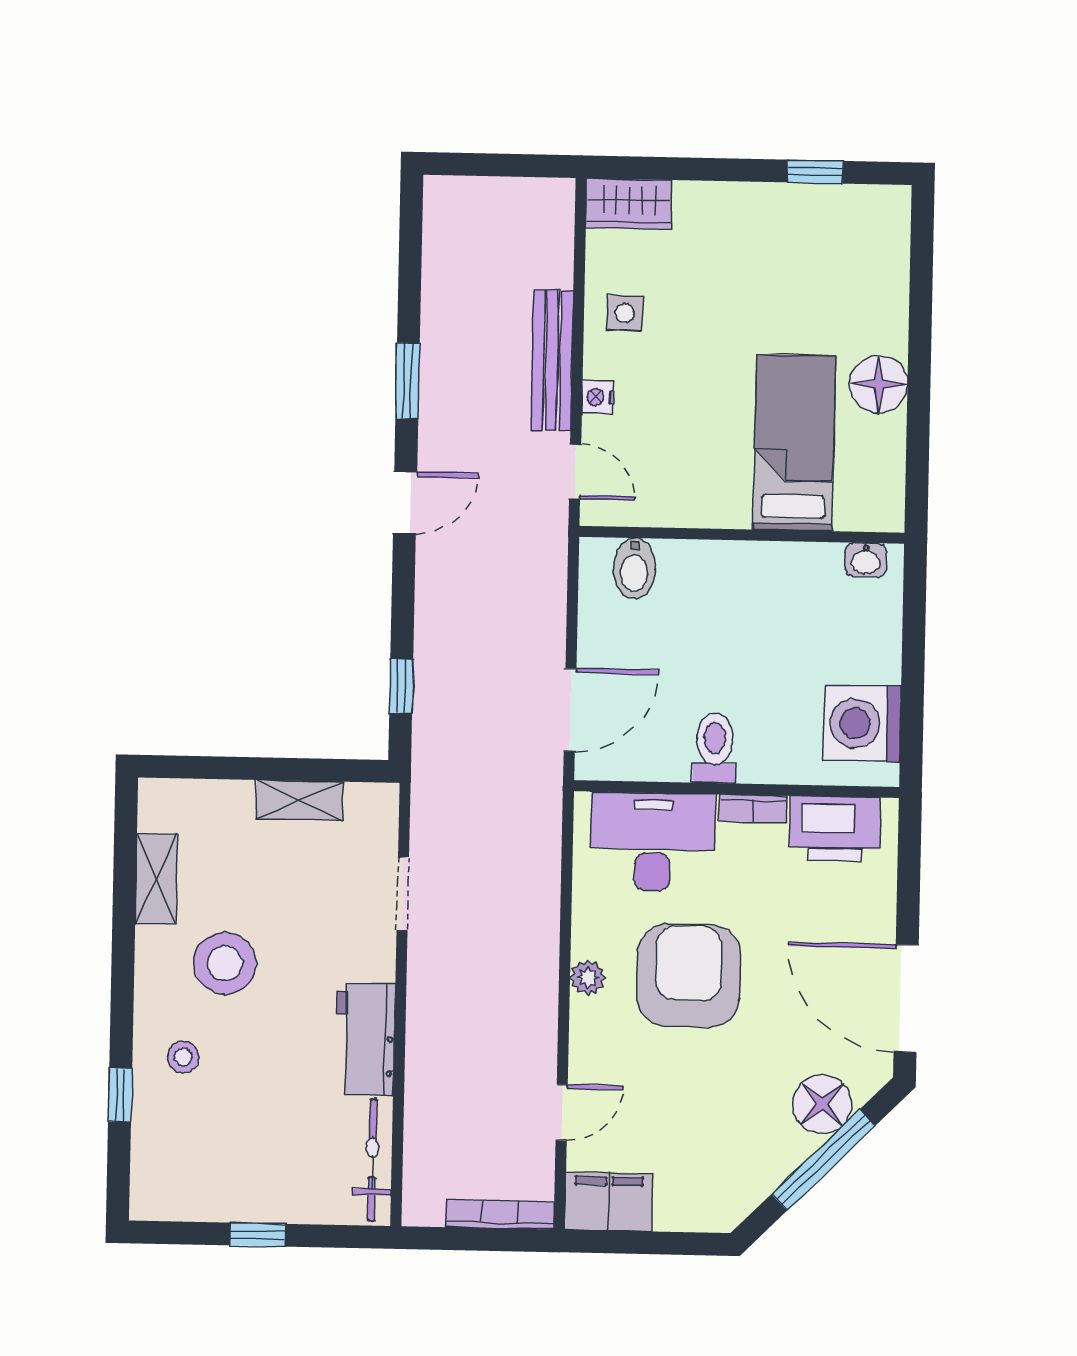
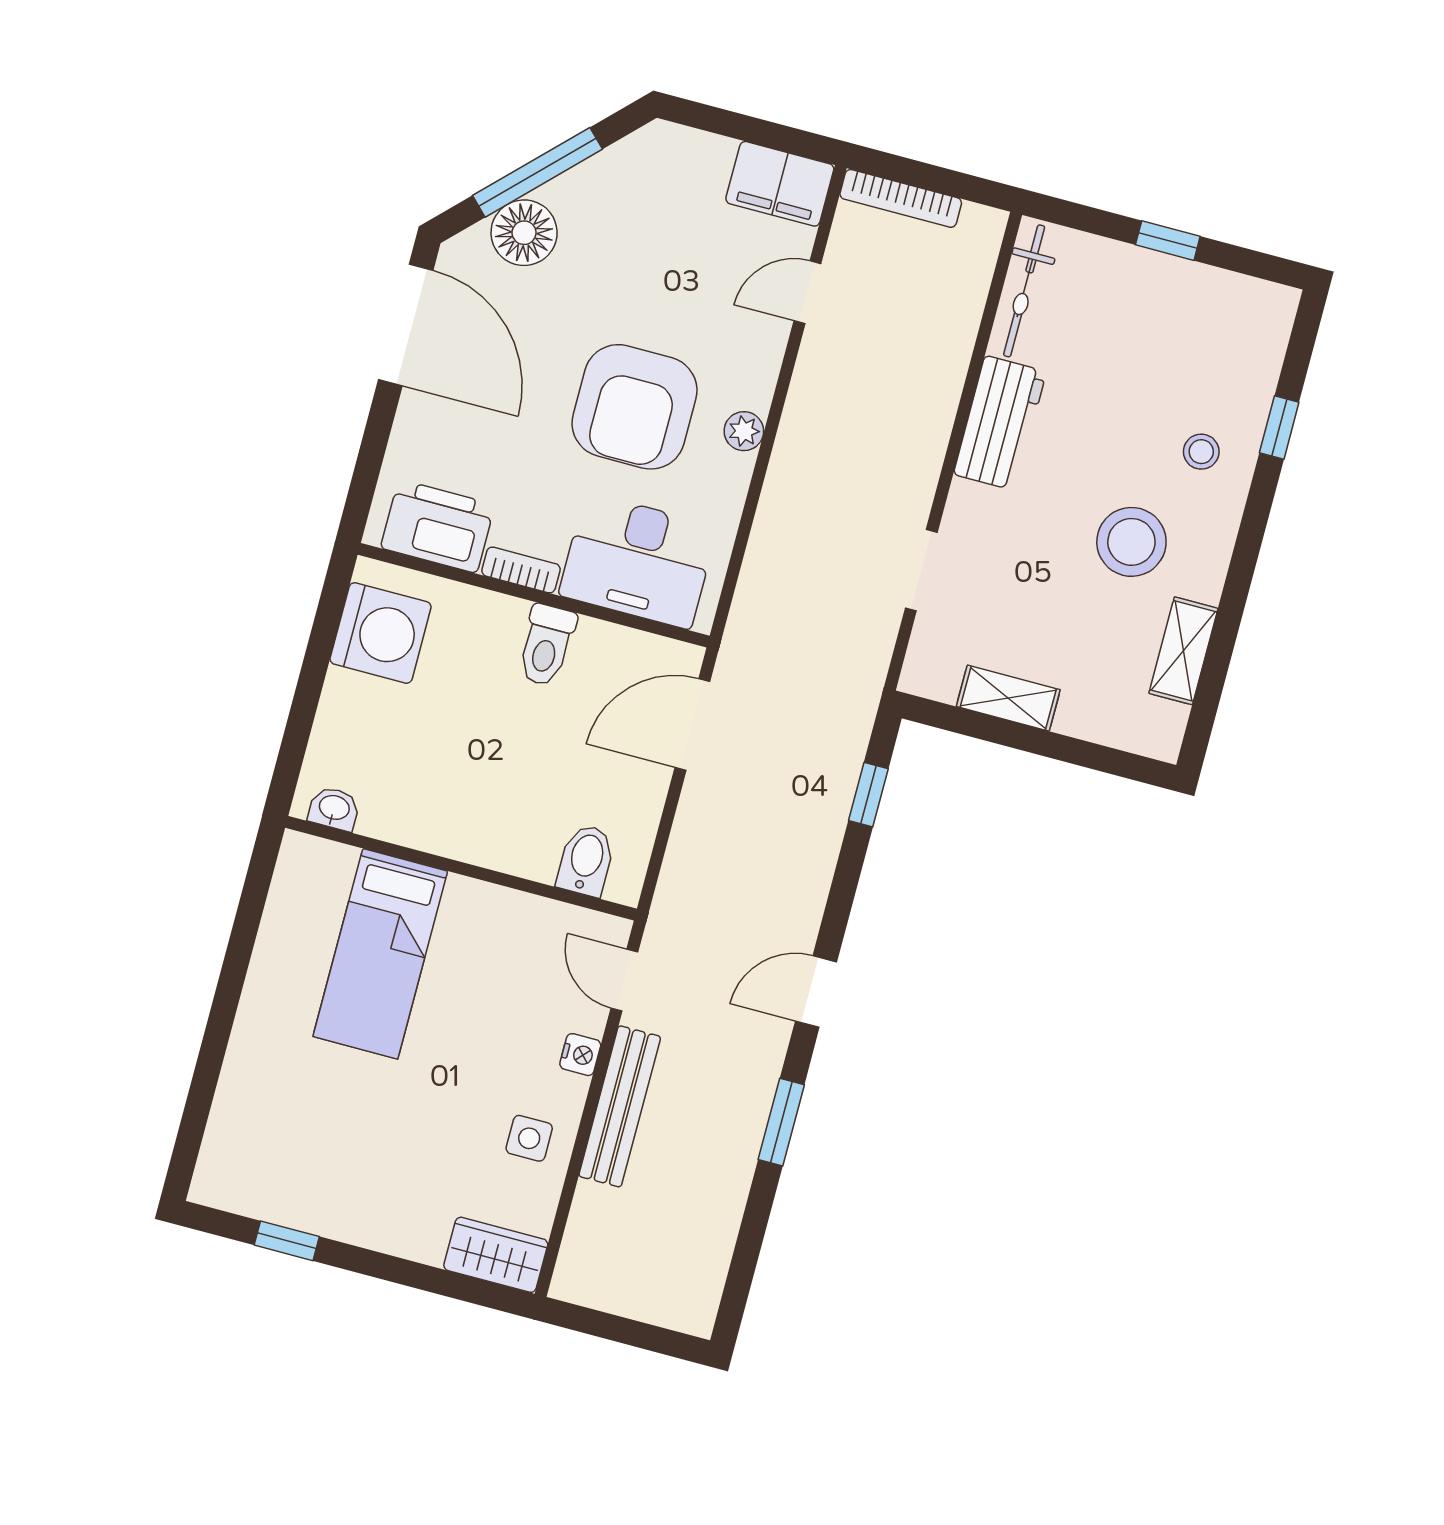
floor lamp: (879, 384) -> (274, 995), removed

